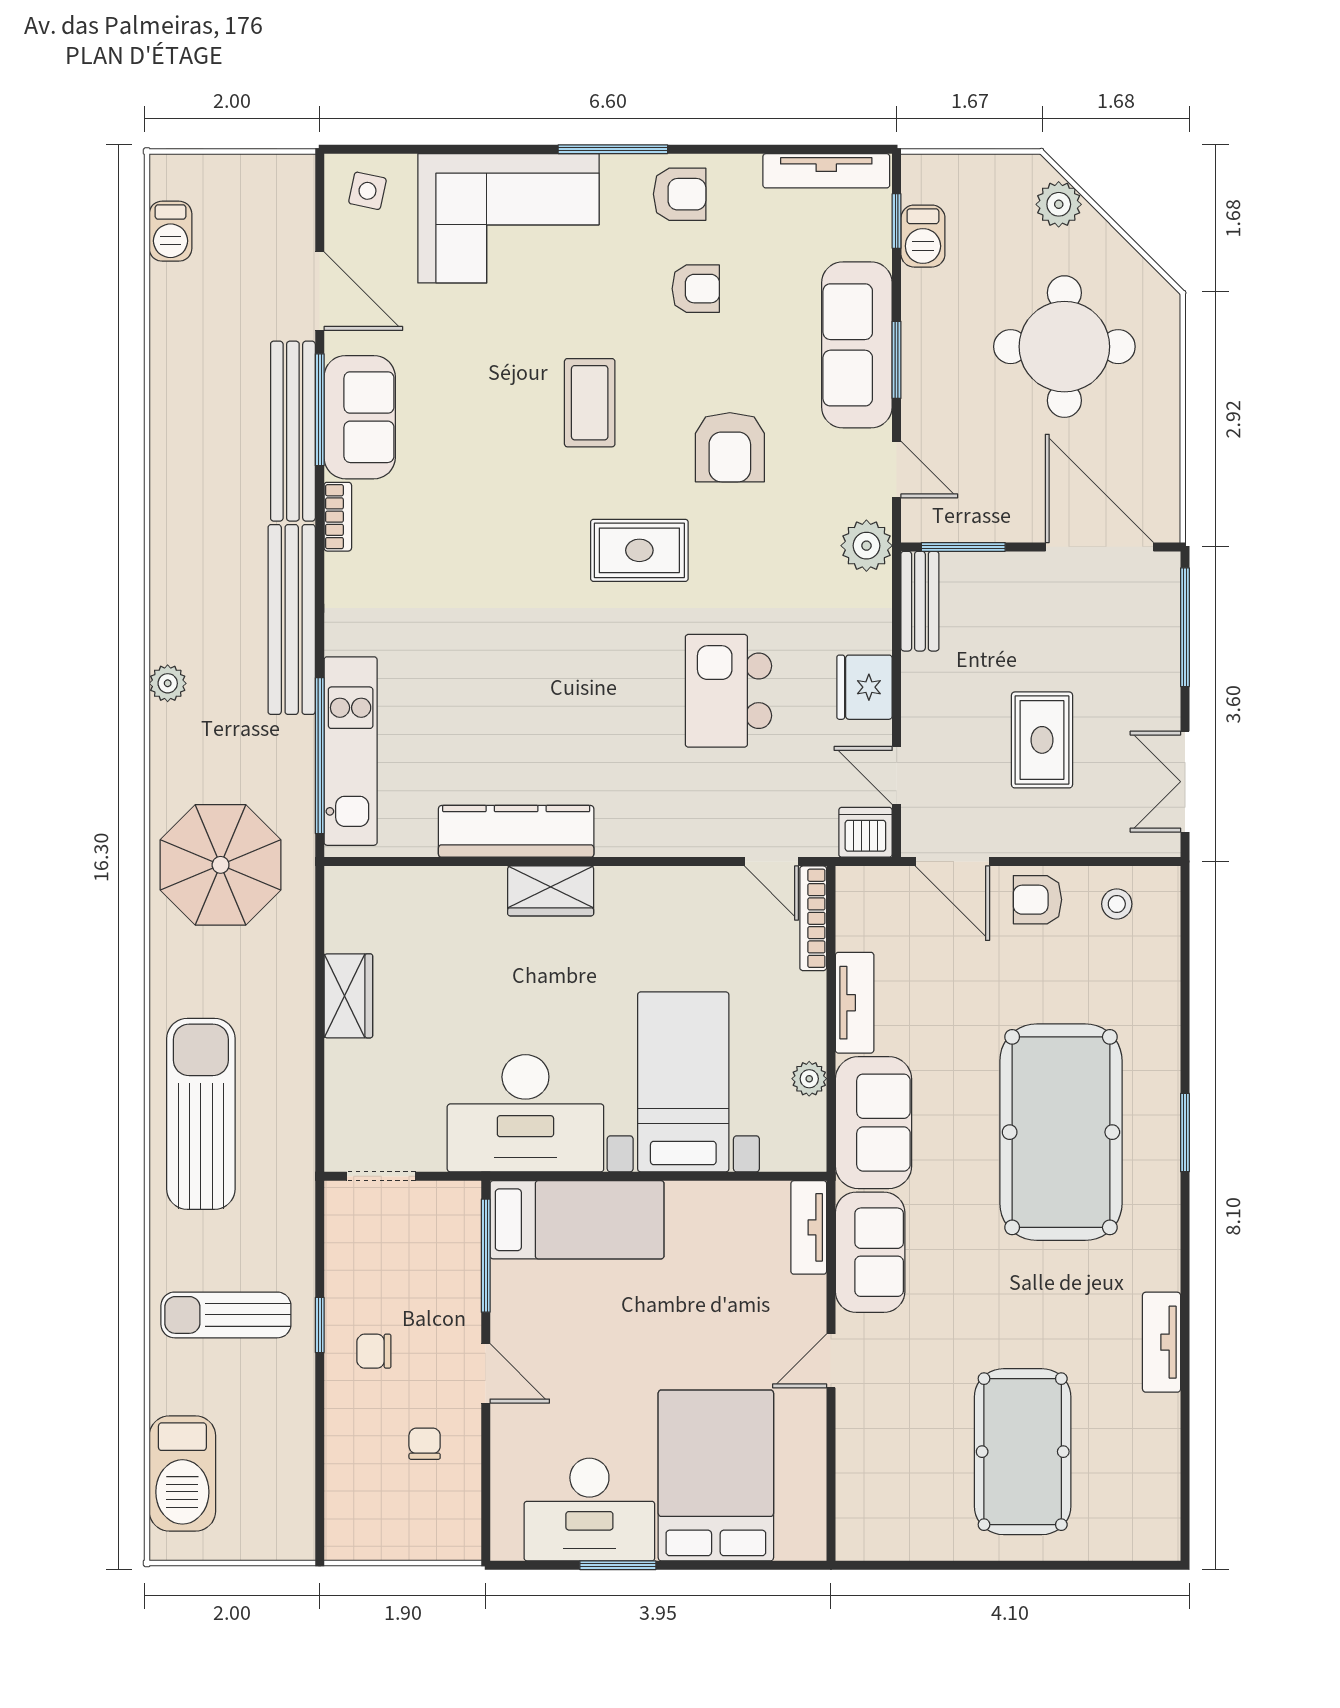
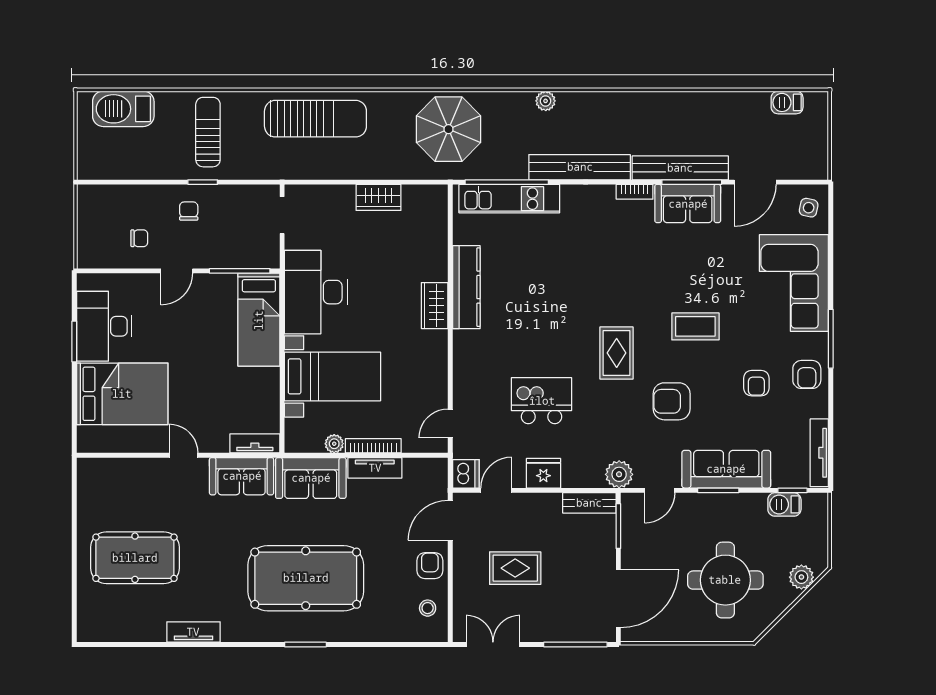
bookcase: (813, 918) -> (373, 446), moved

